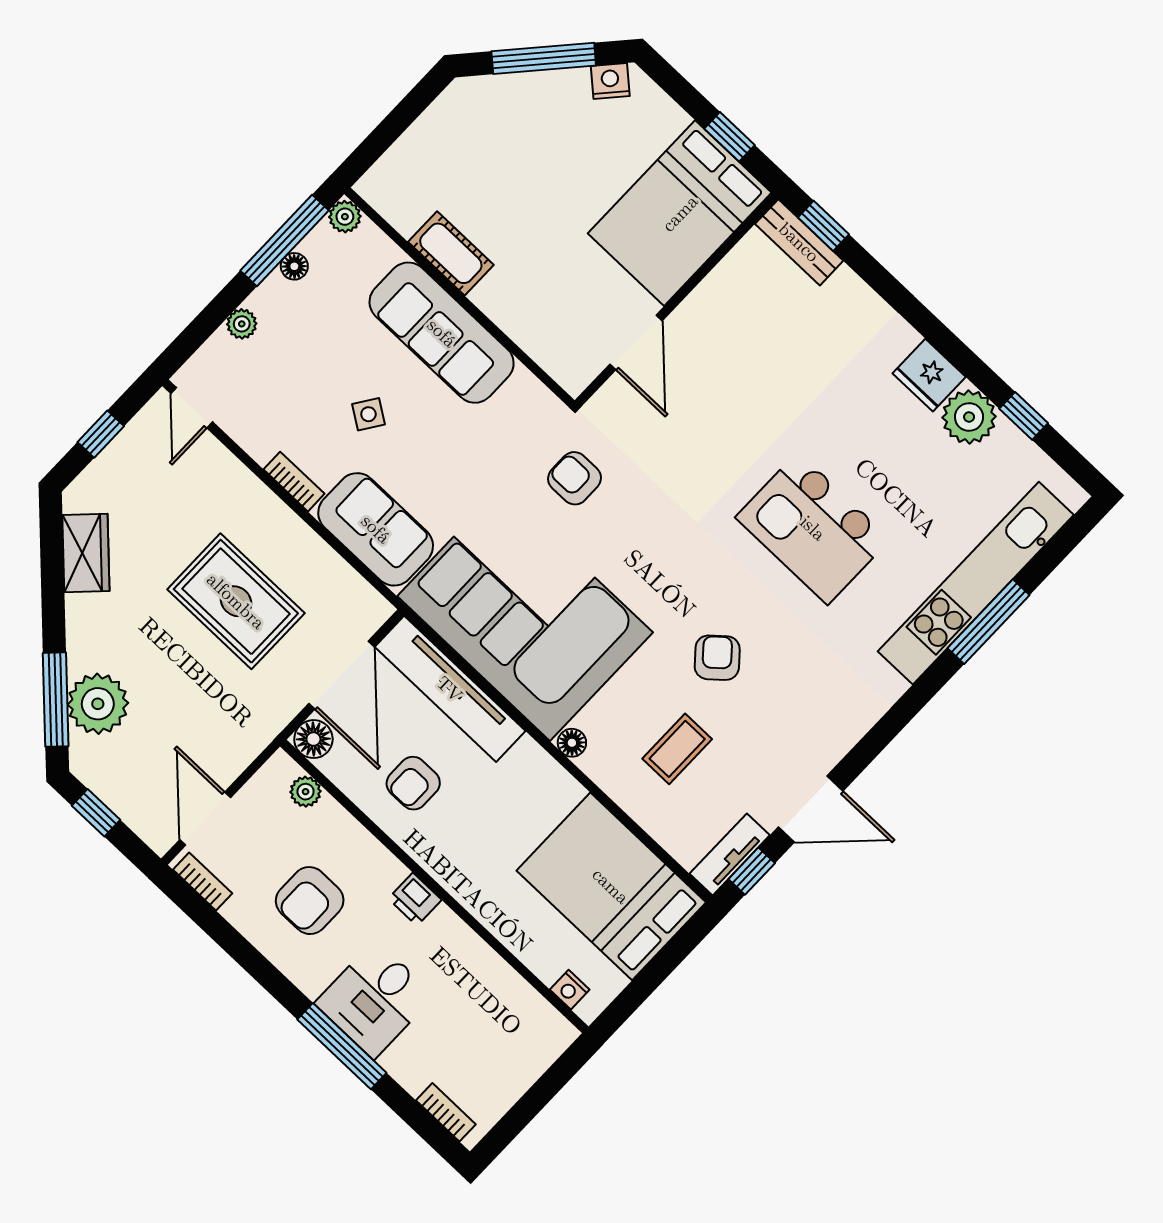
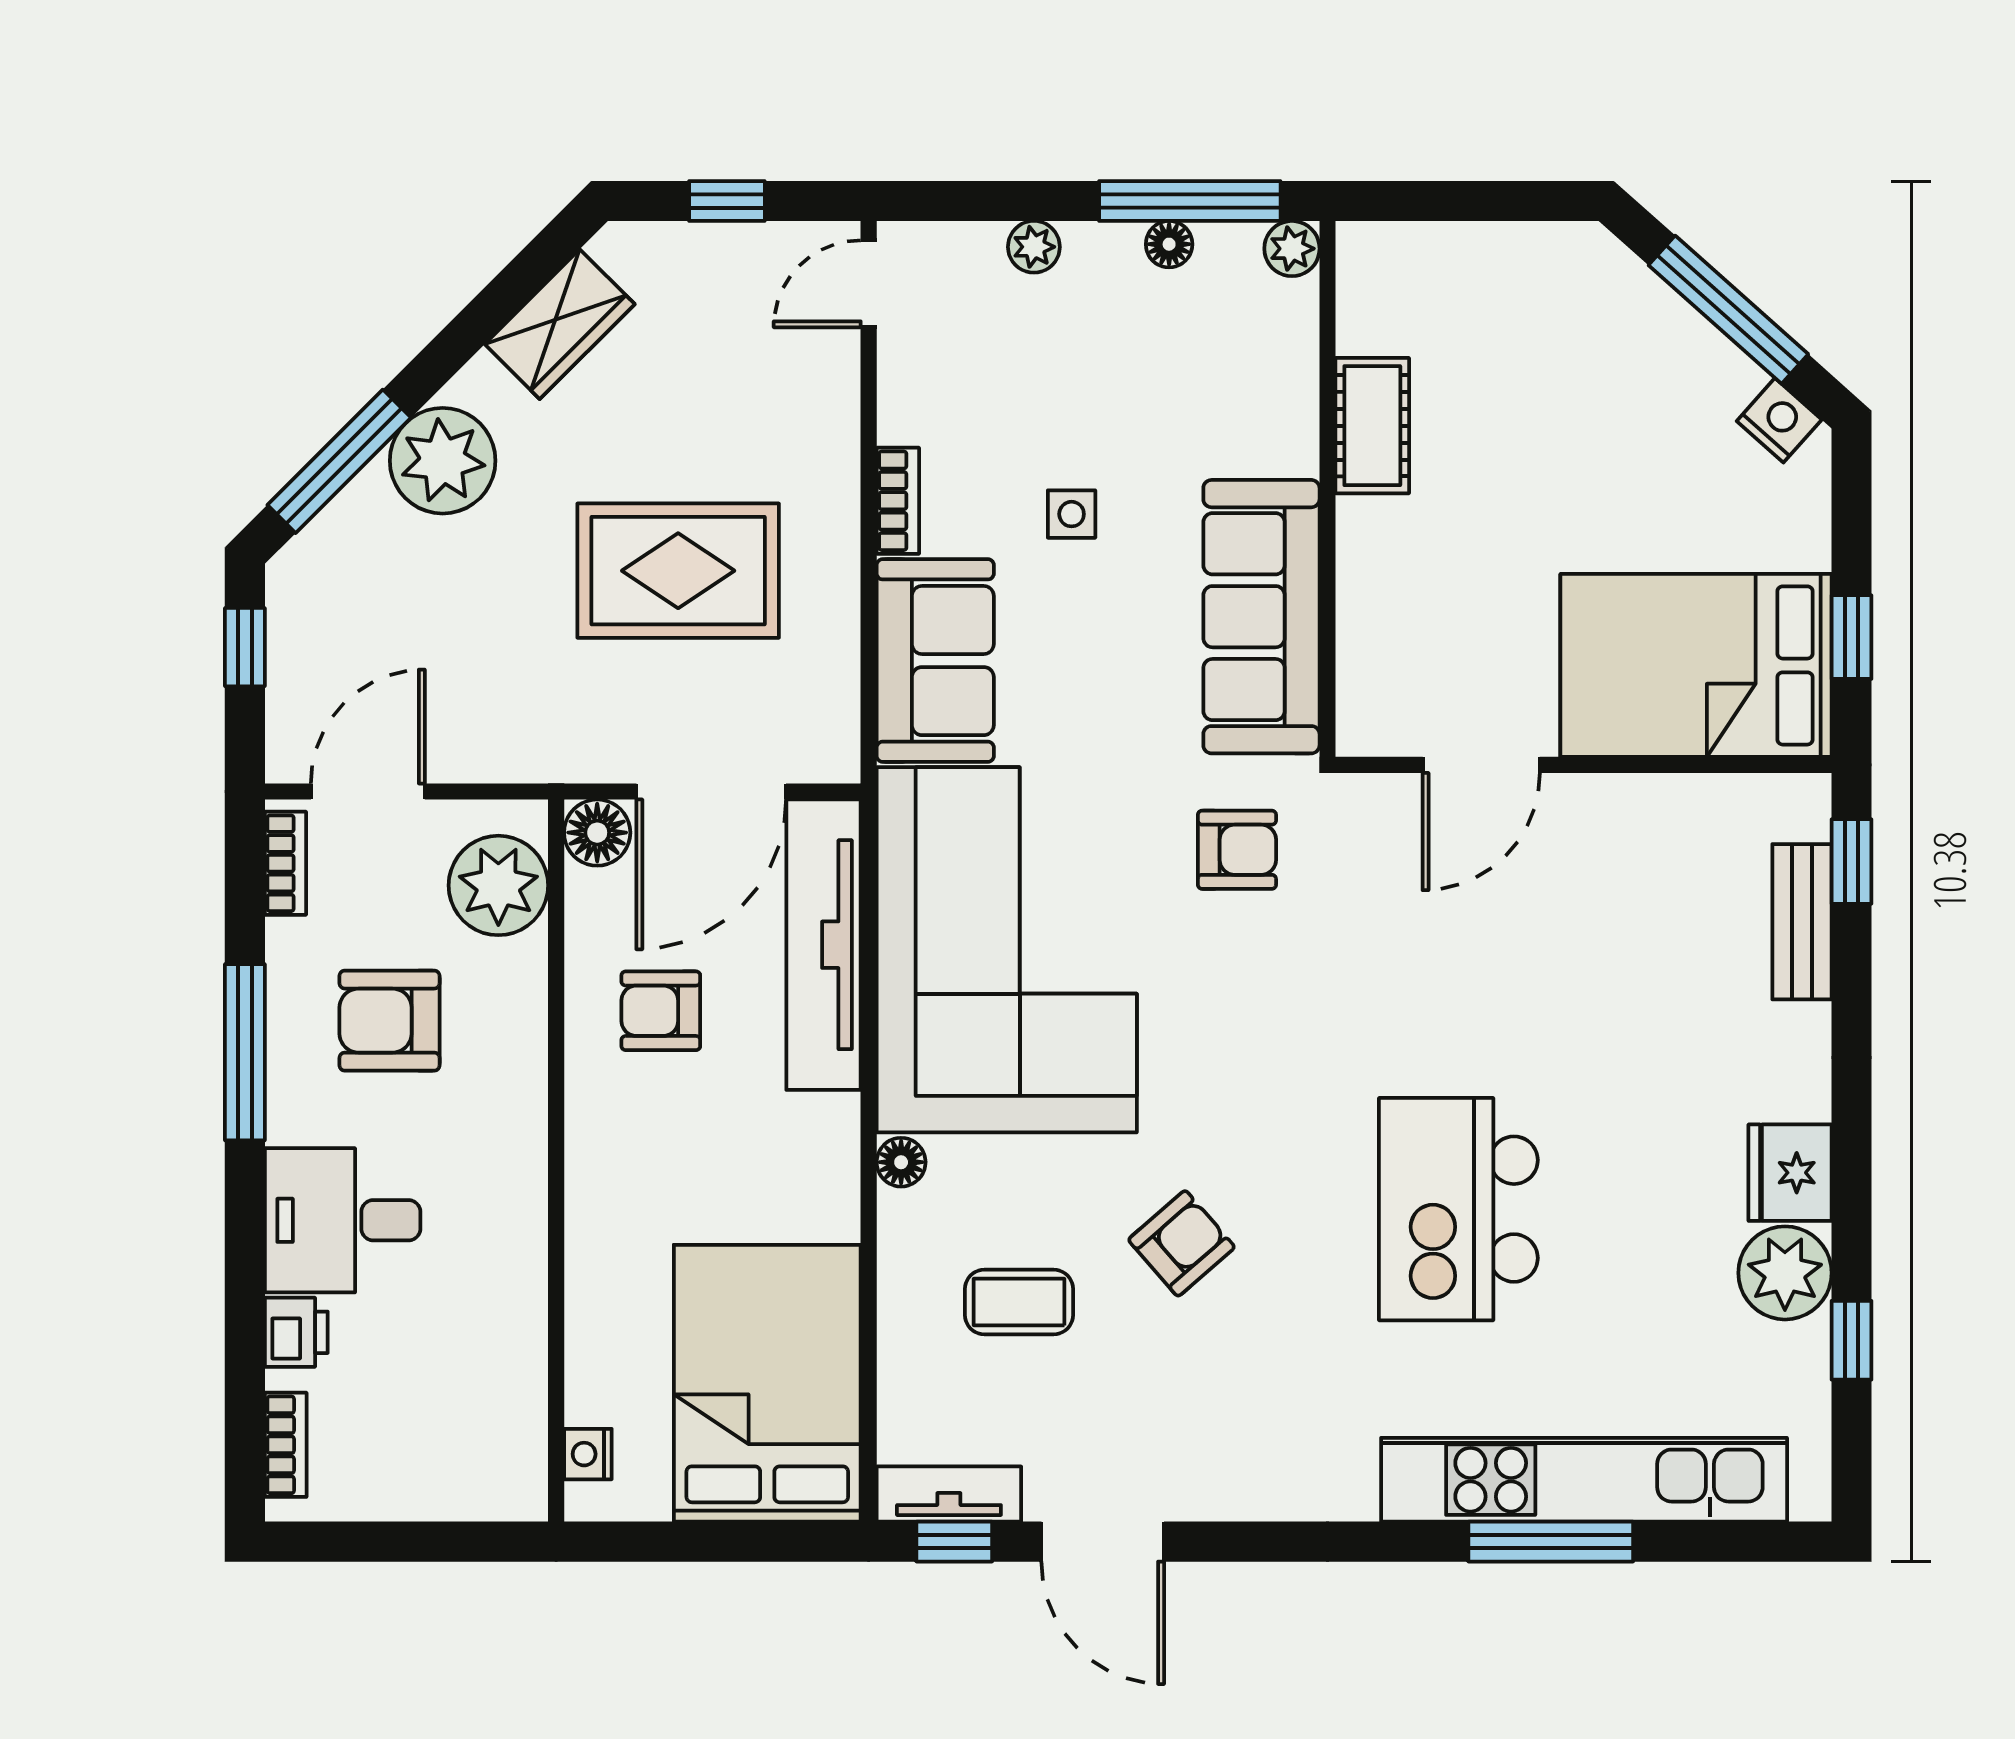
bench: (799, 242) -> (1802, 922), moved
sofa: (442, 333) -> (1261, 617), moved
side table: (368, 414) -> (1072, 514), turned -34
armchair: (575, 478) -> (1237, 850), turned 90
rug: (236, 601) -> (678, 571), turned 90
plant: (98, 704) -> (443, 461), moved
plant: (306, 792) -> (498, 885), width x1.88, depth x1.88
printer: (415, 899) -> (296, 1332), moved, turned 180
window: (342, 1046) -> (245, 1052), moved

